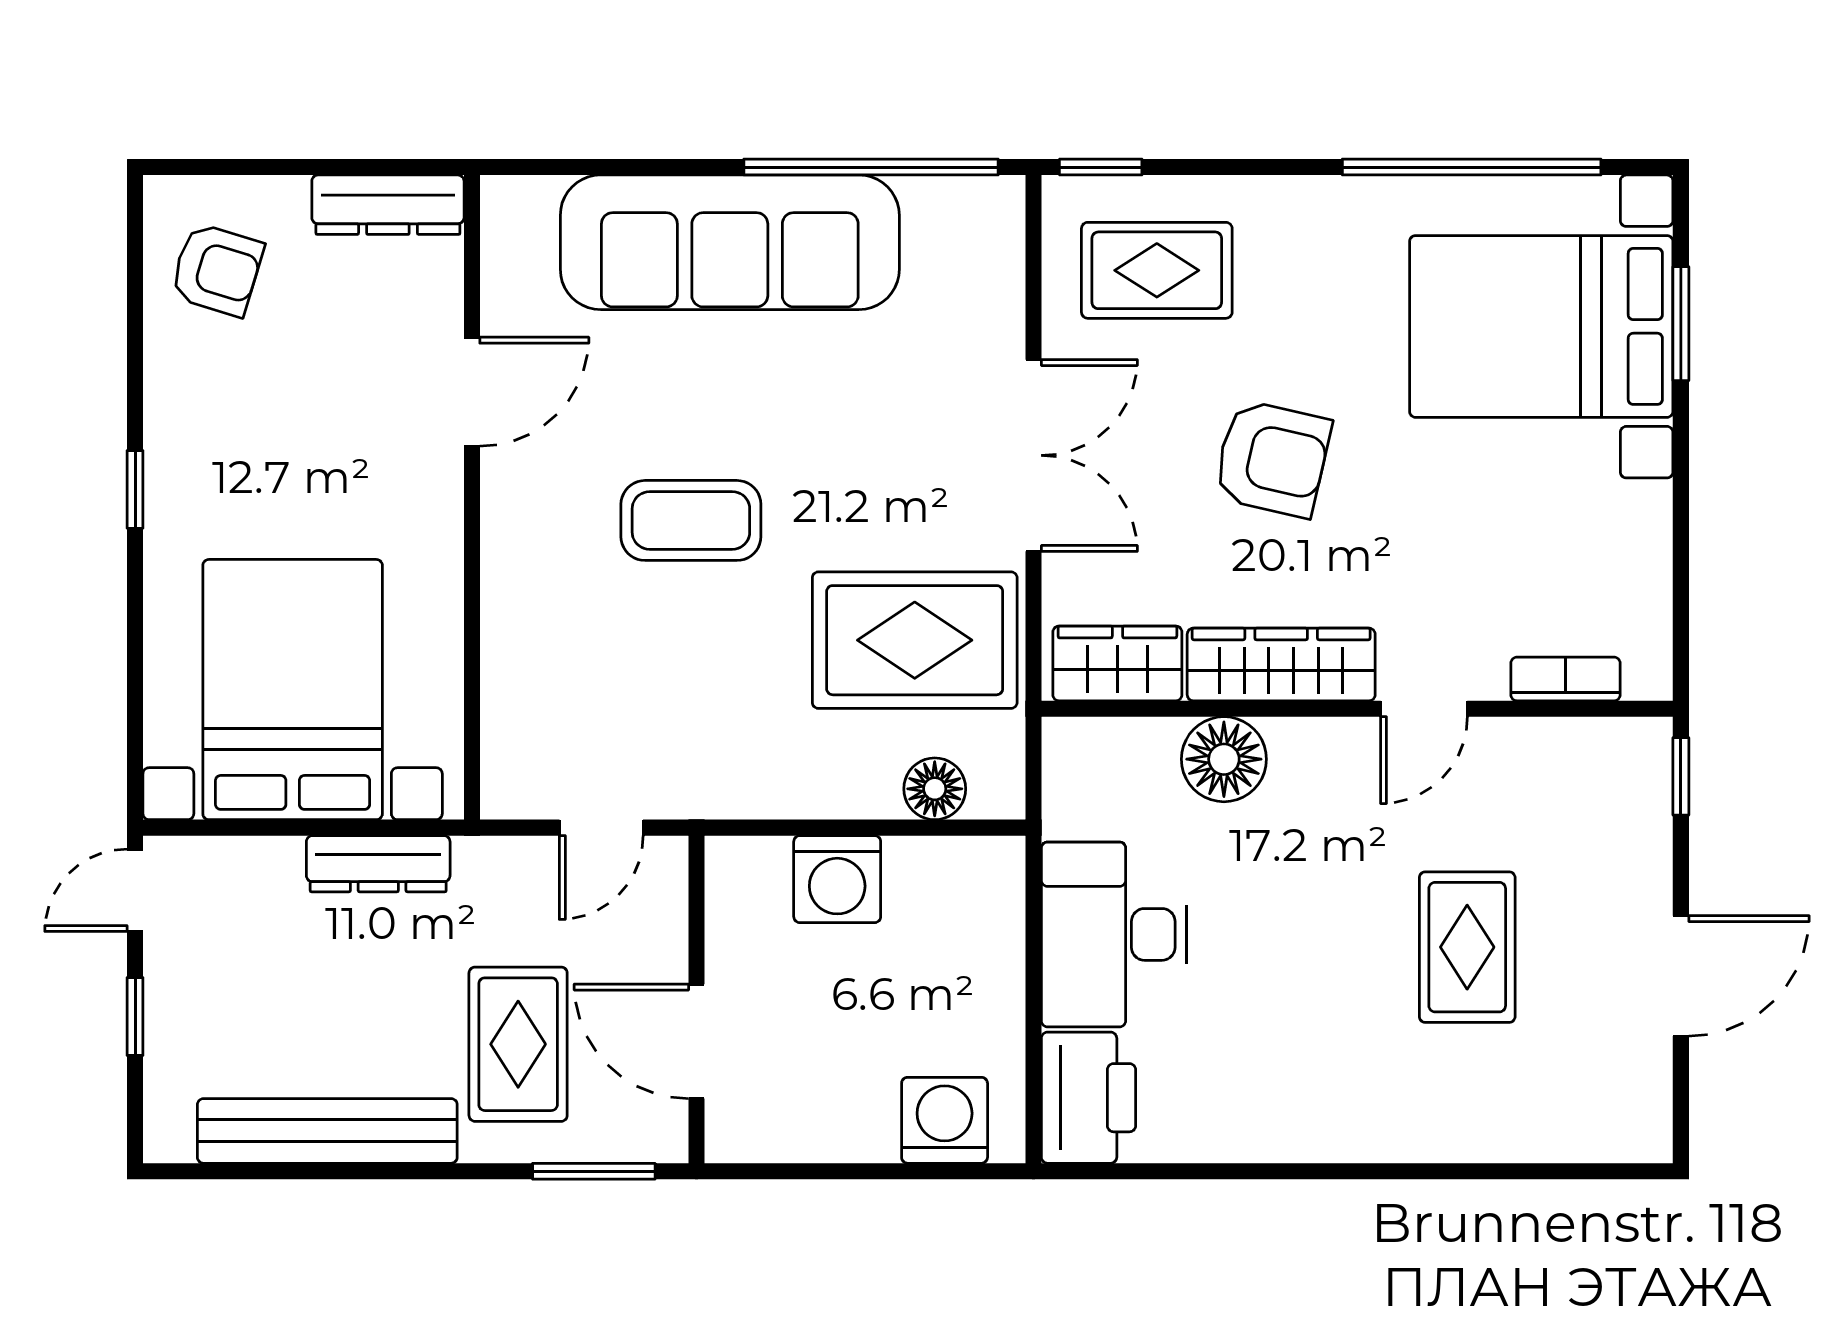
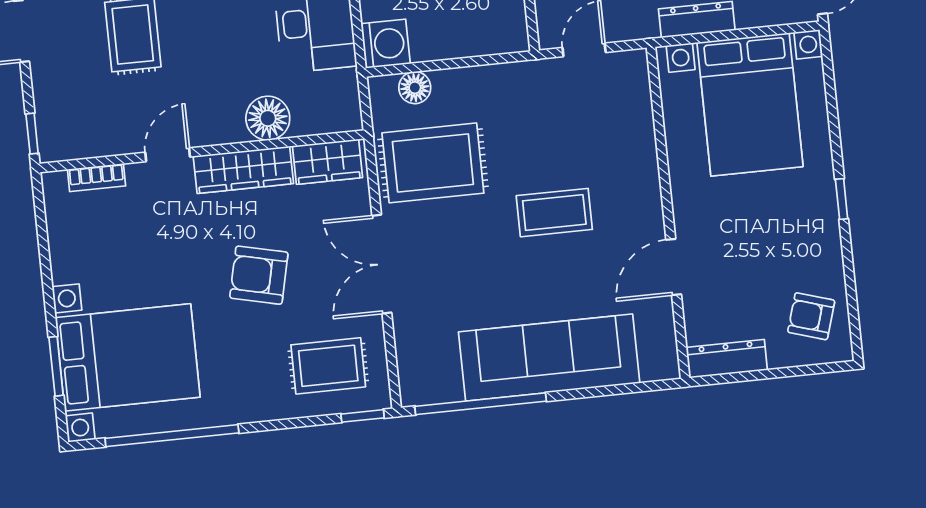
washing machine: (837, 879) -> (386, 44), moved, turned 90

